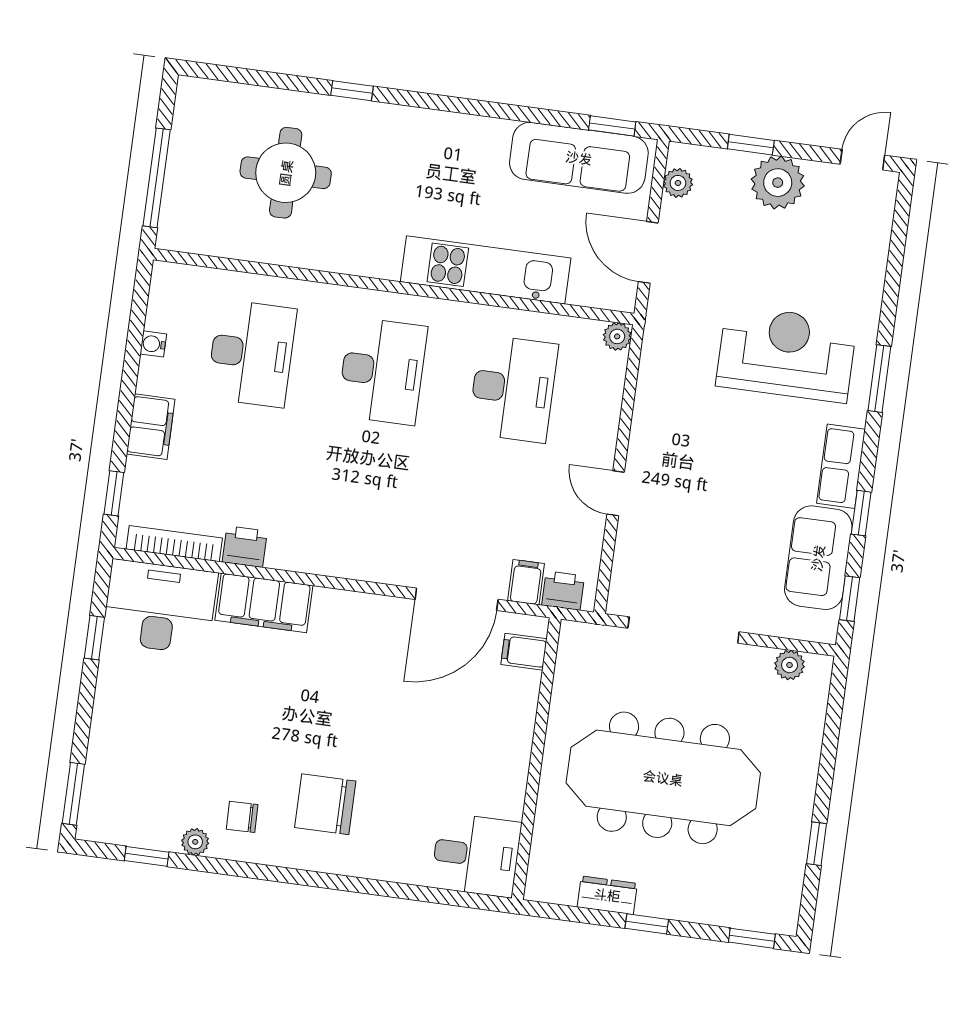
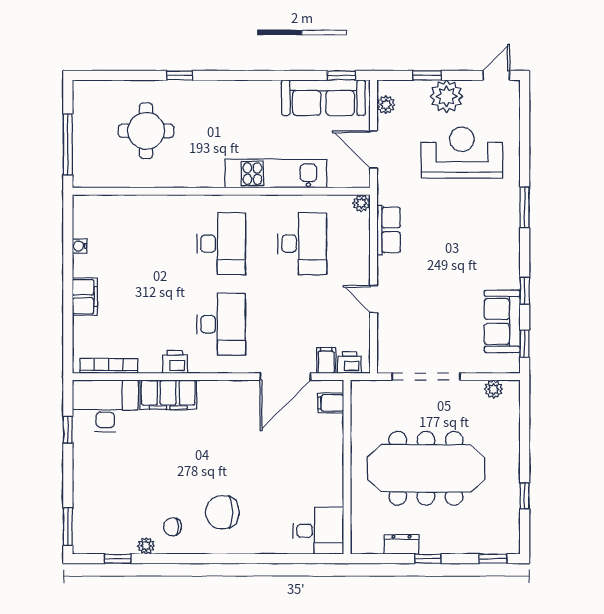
desk: (251, 353) -> (221, 324), moved
reception desk: (786, 354) -> (462, 153), moved
row of seats: (841, 466) -> (389, 230), moved, turned 180
window: (114, 493) -> (68, 340), removed
printer: (245, 547) -> (175, 362), moved

